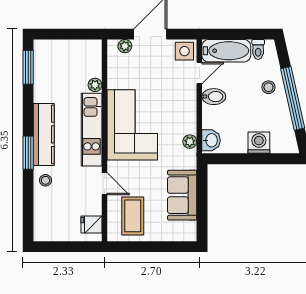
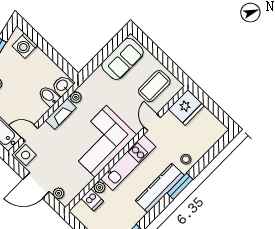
dishwasher: (91, 68) -> (92, 200), added
bidet: (214, 97) -> (49, 96), moved
fireplace: (189, 115) -> (61, 114), added
washing machine: (259, 143) -> (25, 46), moved
sofa: (182, 195) -> (122, 59), moved
fridge: (91, 225) -> (186, 107), width x1.88, depth x1.34

